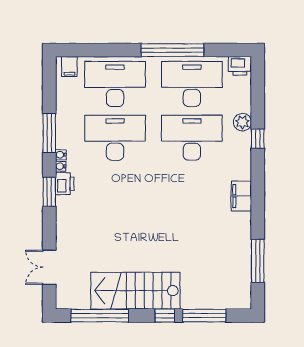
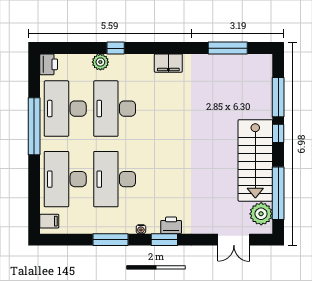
water cooler: (61, 155) -> (130, 229), removed
printer: (65, 184) -> (171, 225), moved
plant: (77, 297) -> (261, 214), added

